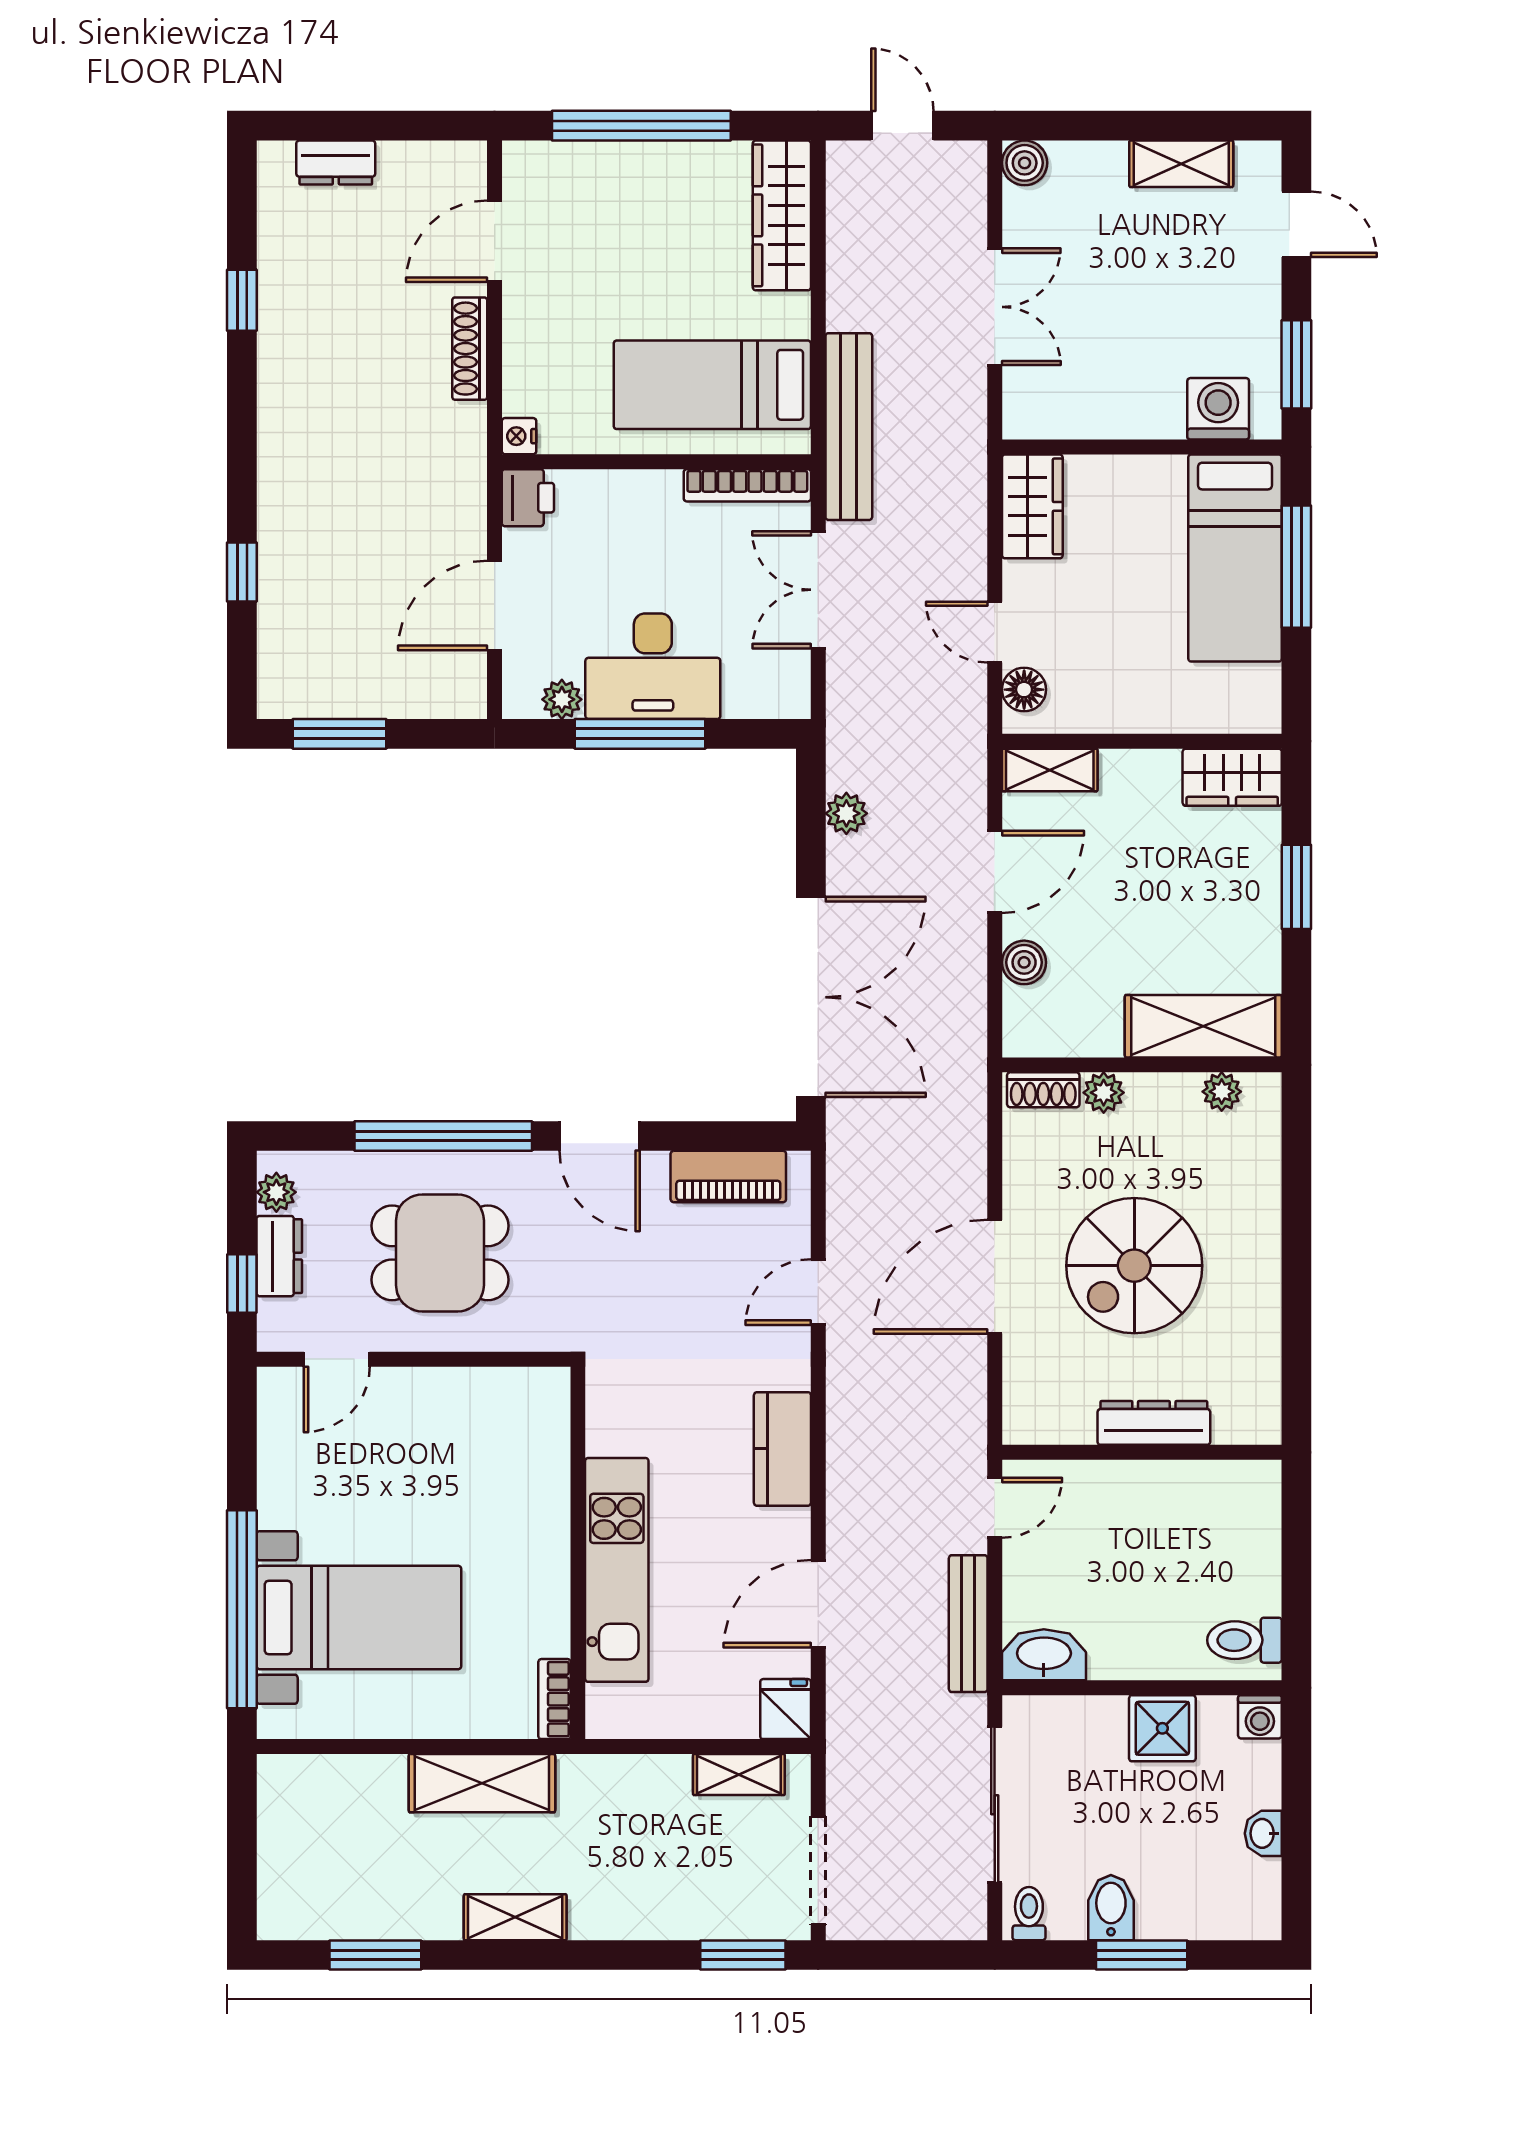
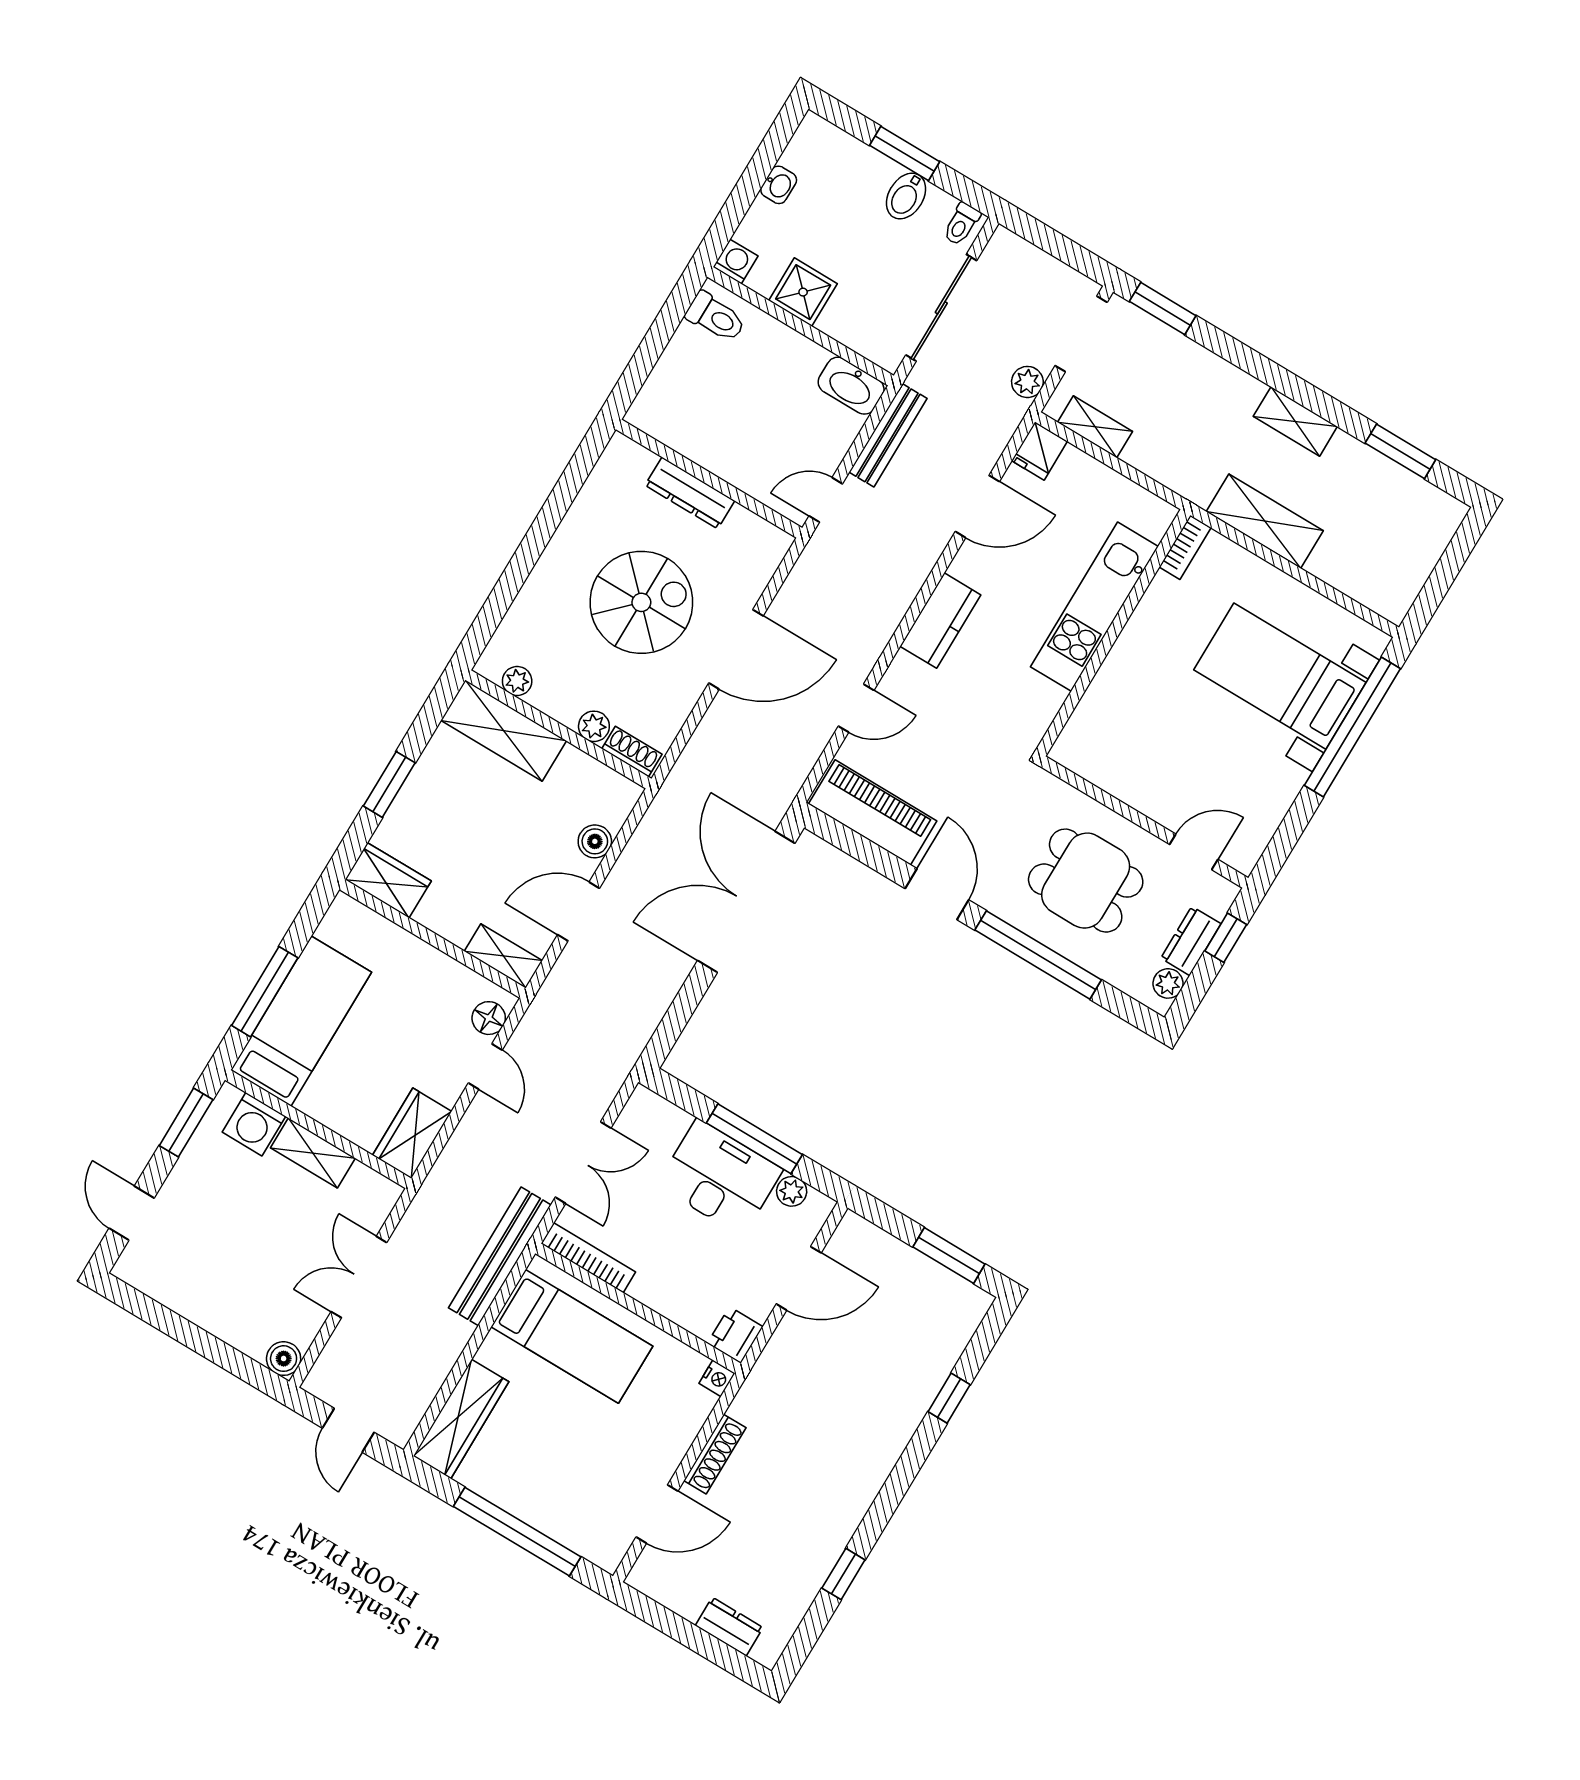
shelving: (1181, 164) -> (313, 1153), moved
plant: (846, 813) -> (1027, 382), moved
piano: (728, 1176) -> (873, 812), width x1.37, depth x1.33

